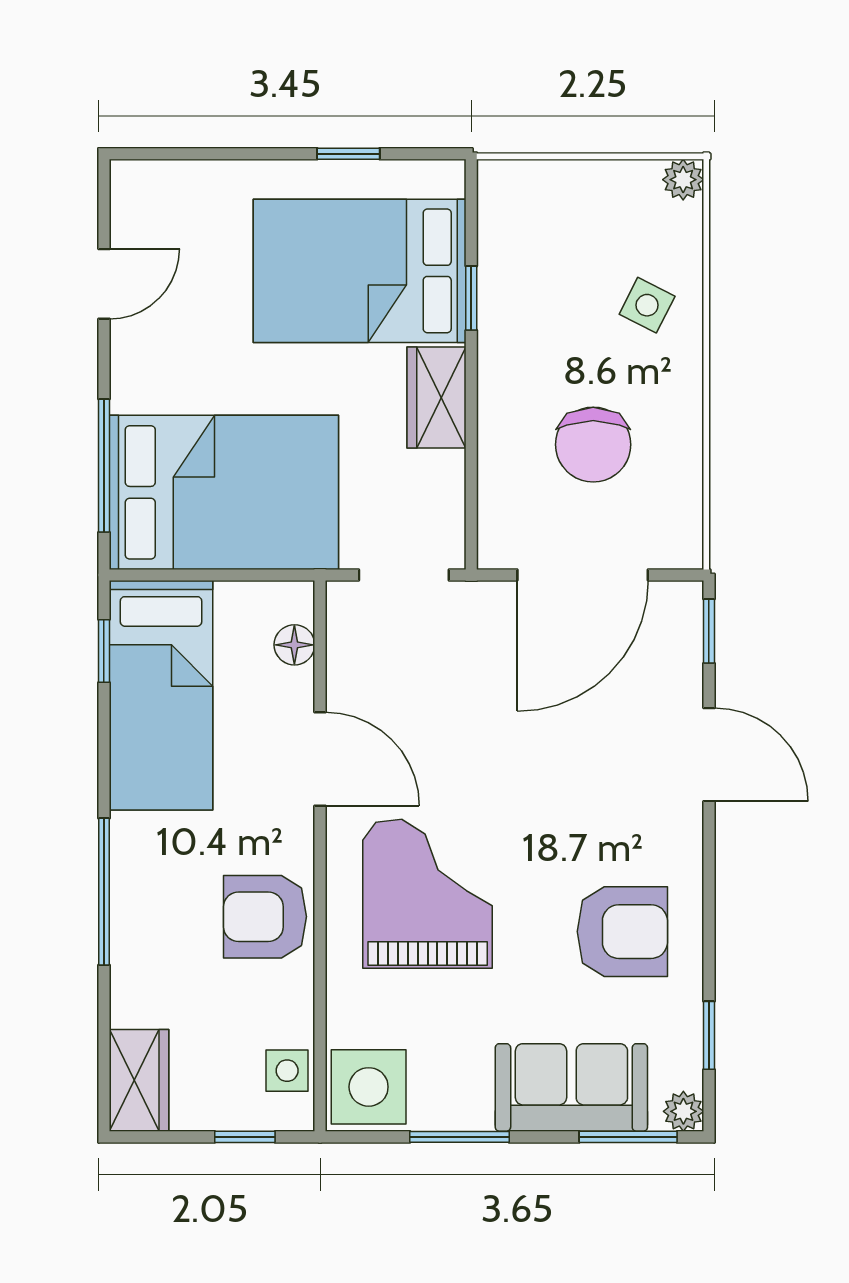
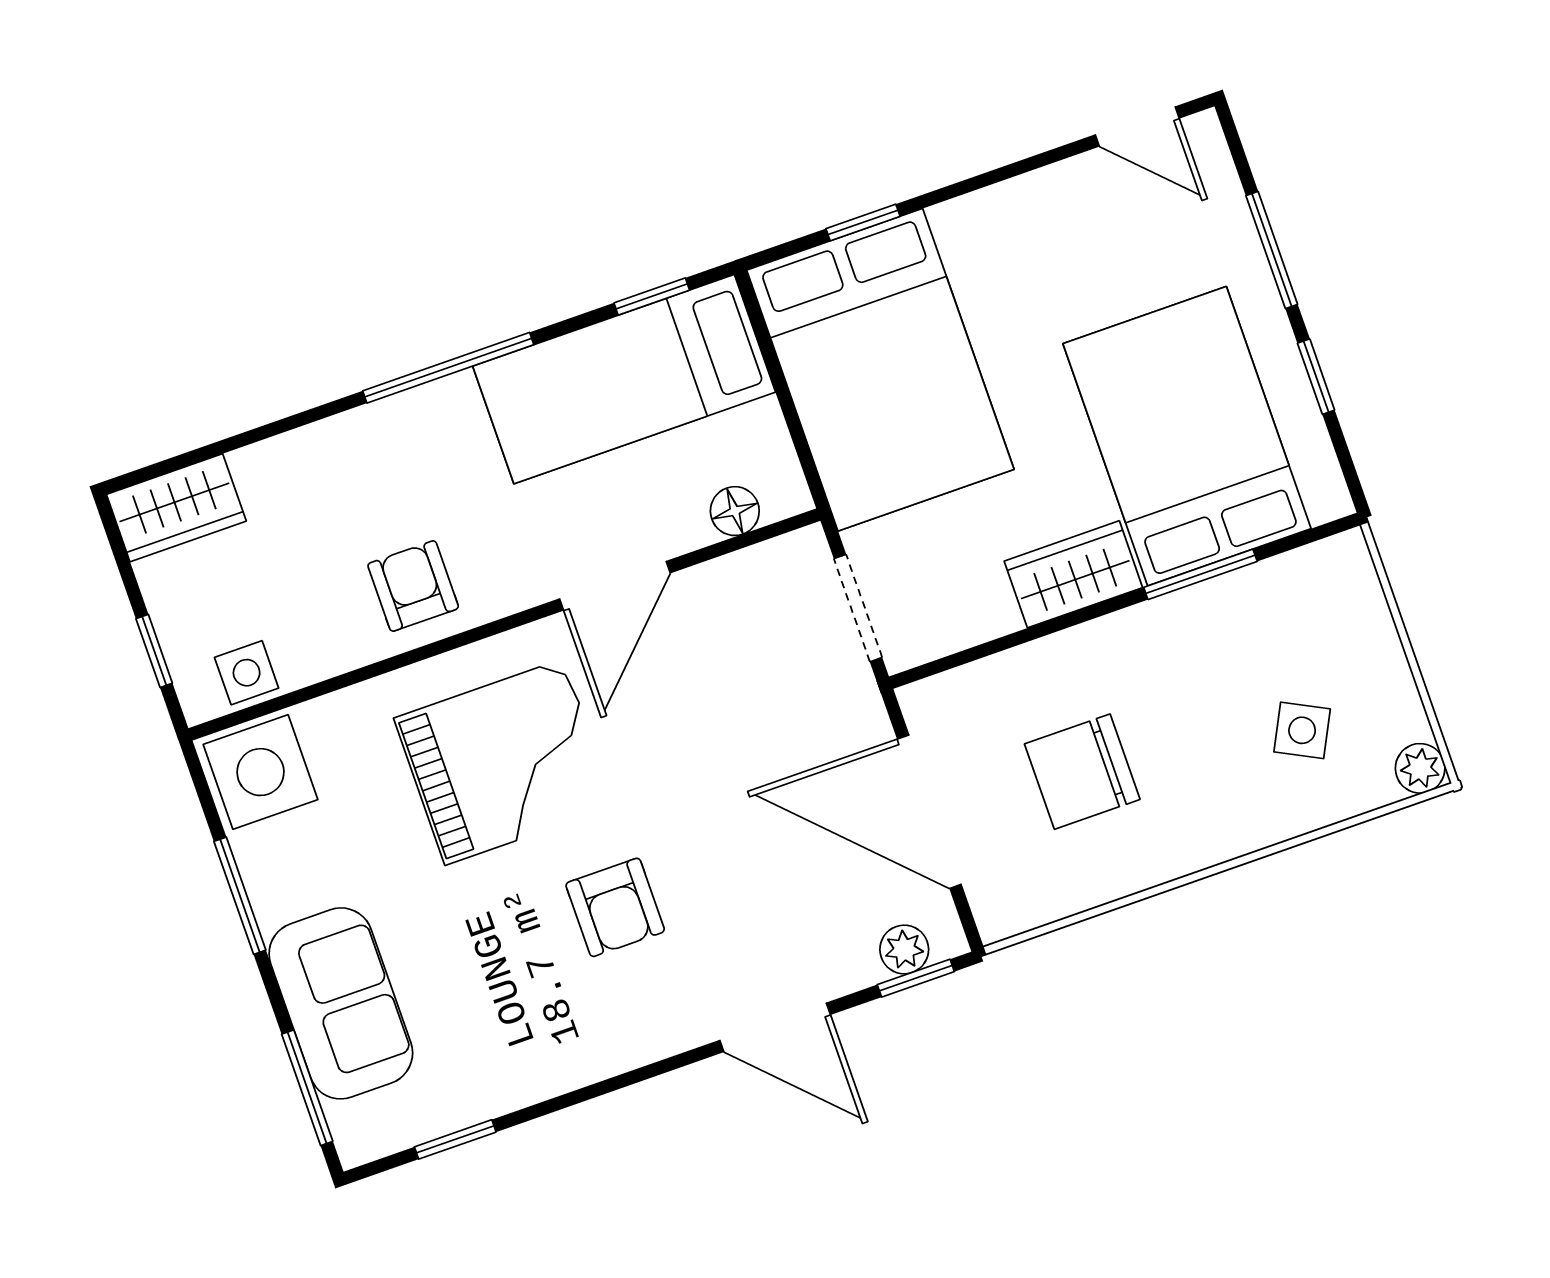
window: (237, 154) -> (1272, 250), added
door: (104, 284) -> (1137, 126), moved
window: (471, 298) -> (1200, 574), width x1.50
side table: (647, 305) -> (1302, 730), moved
window: (104, 466) -> (863, 222), width x0.46
door: (709, 755) -> (775, 1027), hinge flipped
window: (104, 892) -> (448, 368), moved
armchair: (265, 917) -> (413, 586), width x0.72, depth x0.72
armchair: (622, 932) -> (615, 907), moved, width x0.72, depth x0.72
plant: (683, 1111) -> (904, 949), moved

